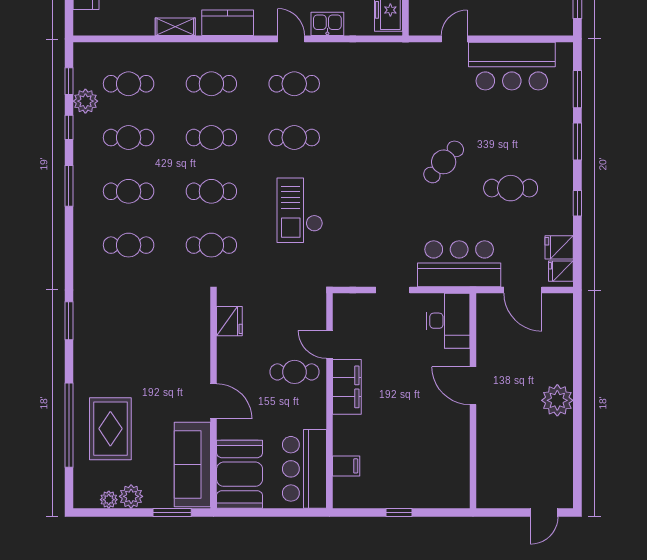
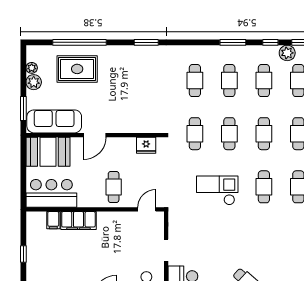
door: (330, 344) -> (147, 209), moved
filing cabinet: (347, 387) -> (78, 221), moved

